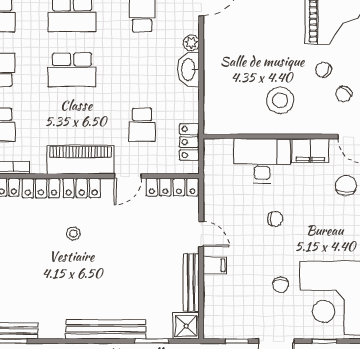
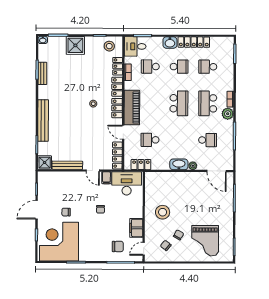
school desk: (72, 70) -> (179, 103), turned 180
desk: (262, 161) -> (127, 183), moved, turned -90
door: (201, 234) -> (93, 171), hinge flipped
filing cabinet: (215, 265) -> (106, 178), moved

